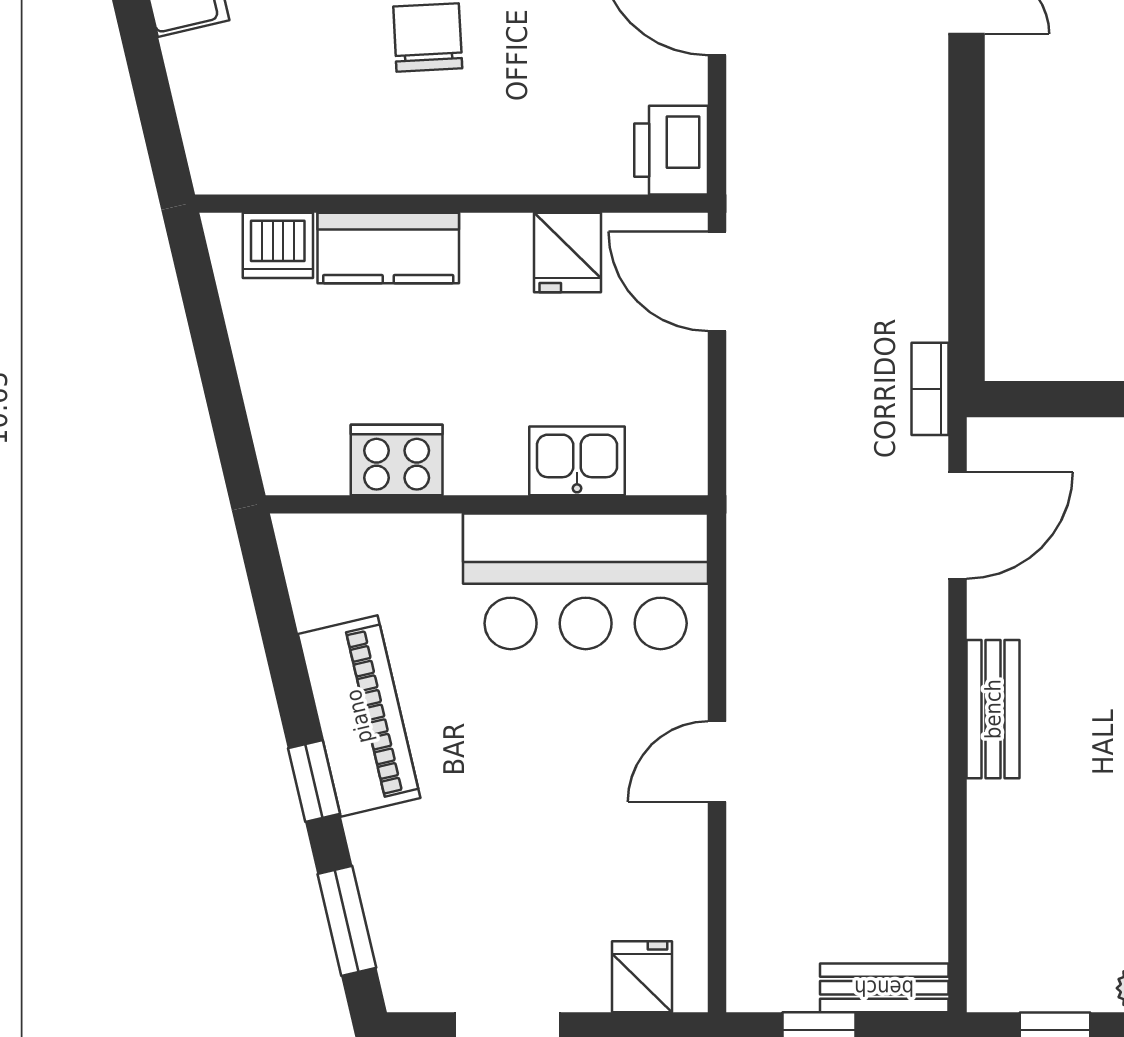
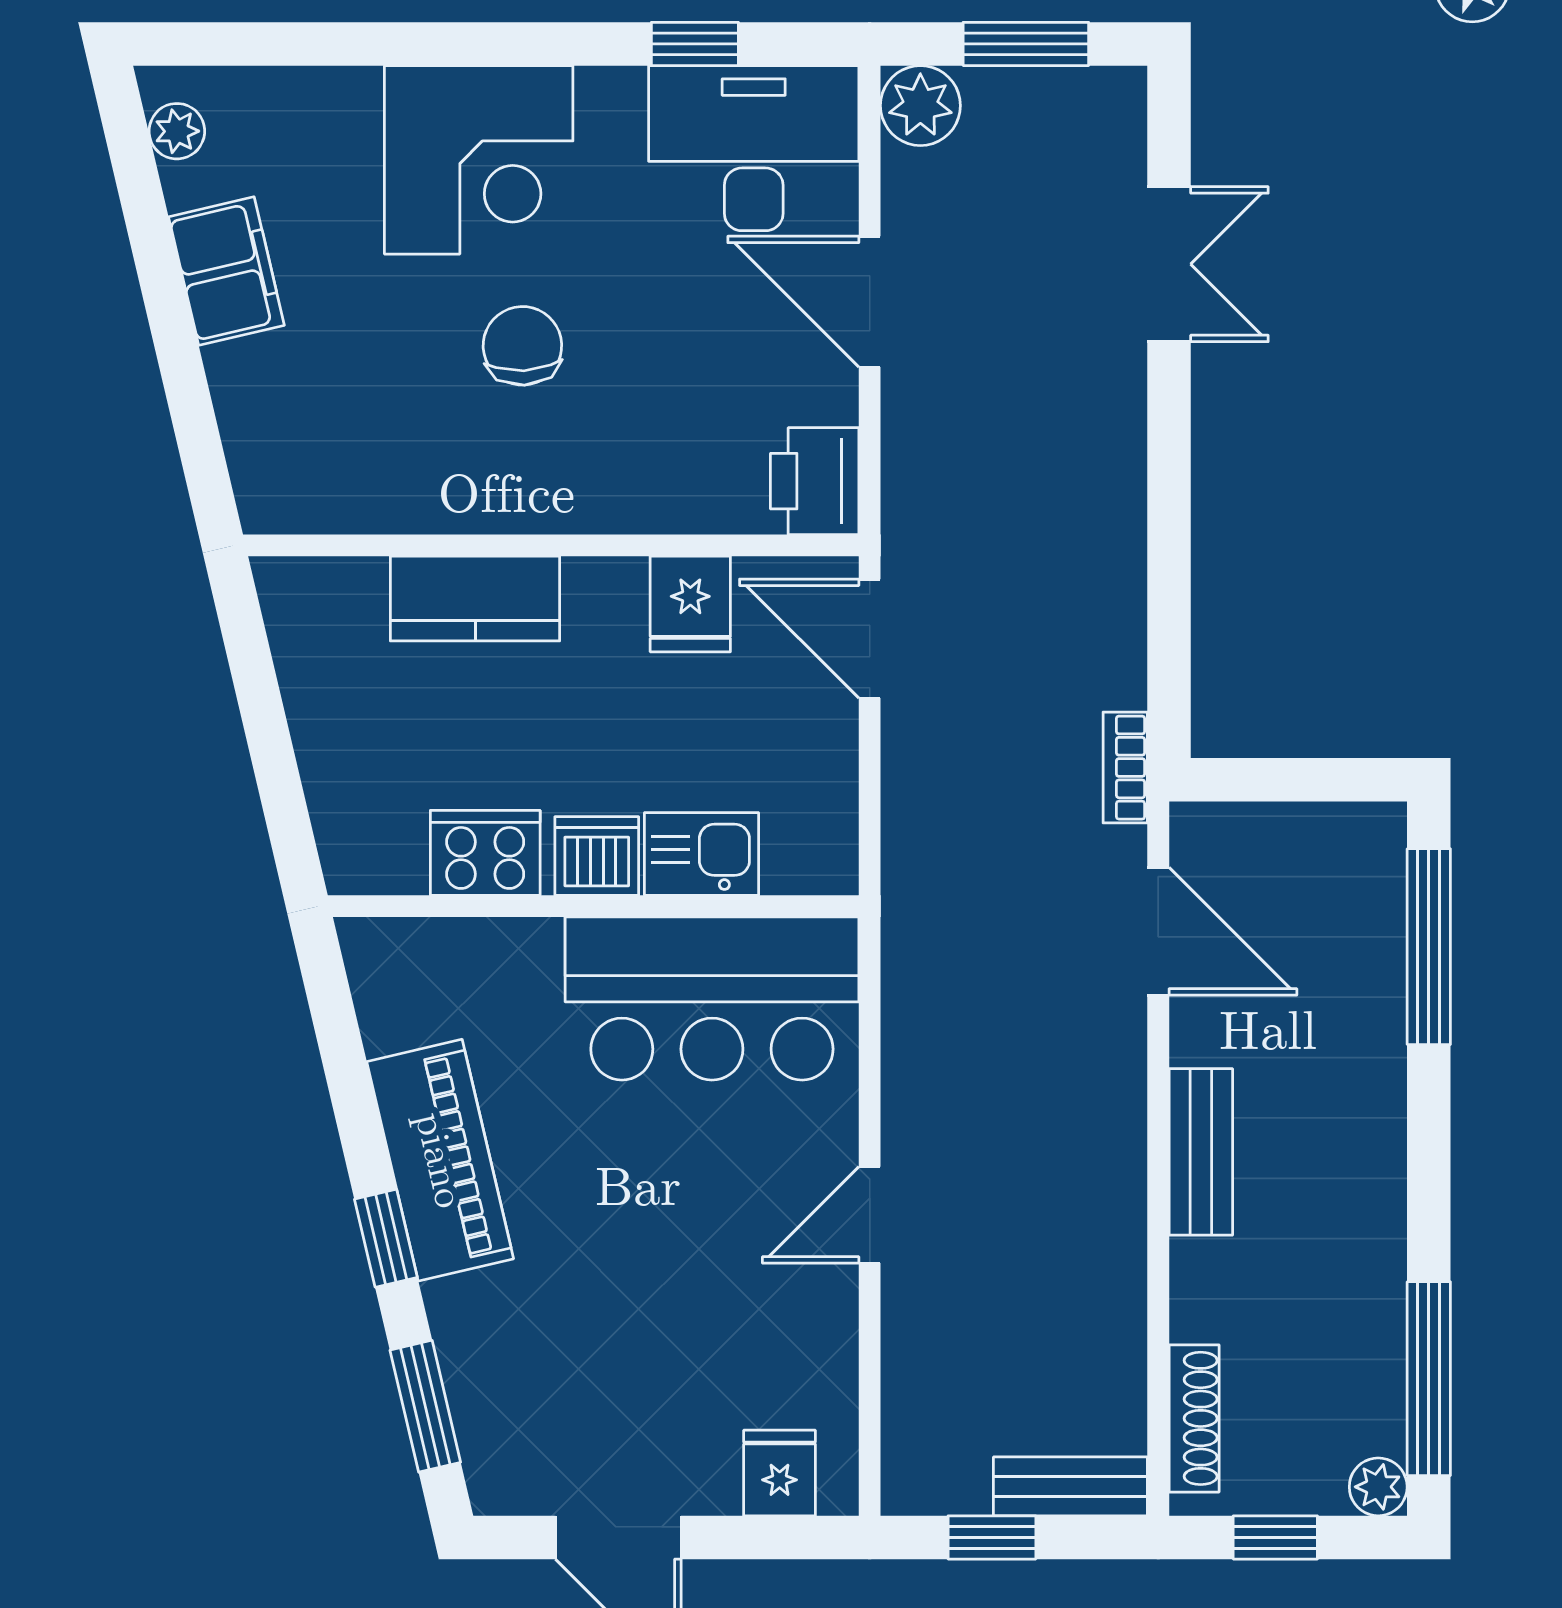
dishwasher: (278, 245) -> (597, 856), moved, turned 180
door: (957, 525) -> (1158, 931), hinge flipped
shoe rack: (987, 931) -> (1194, 1418), added

